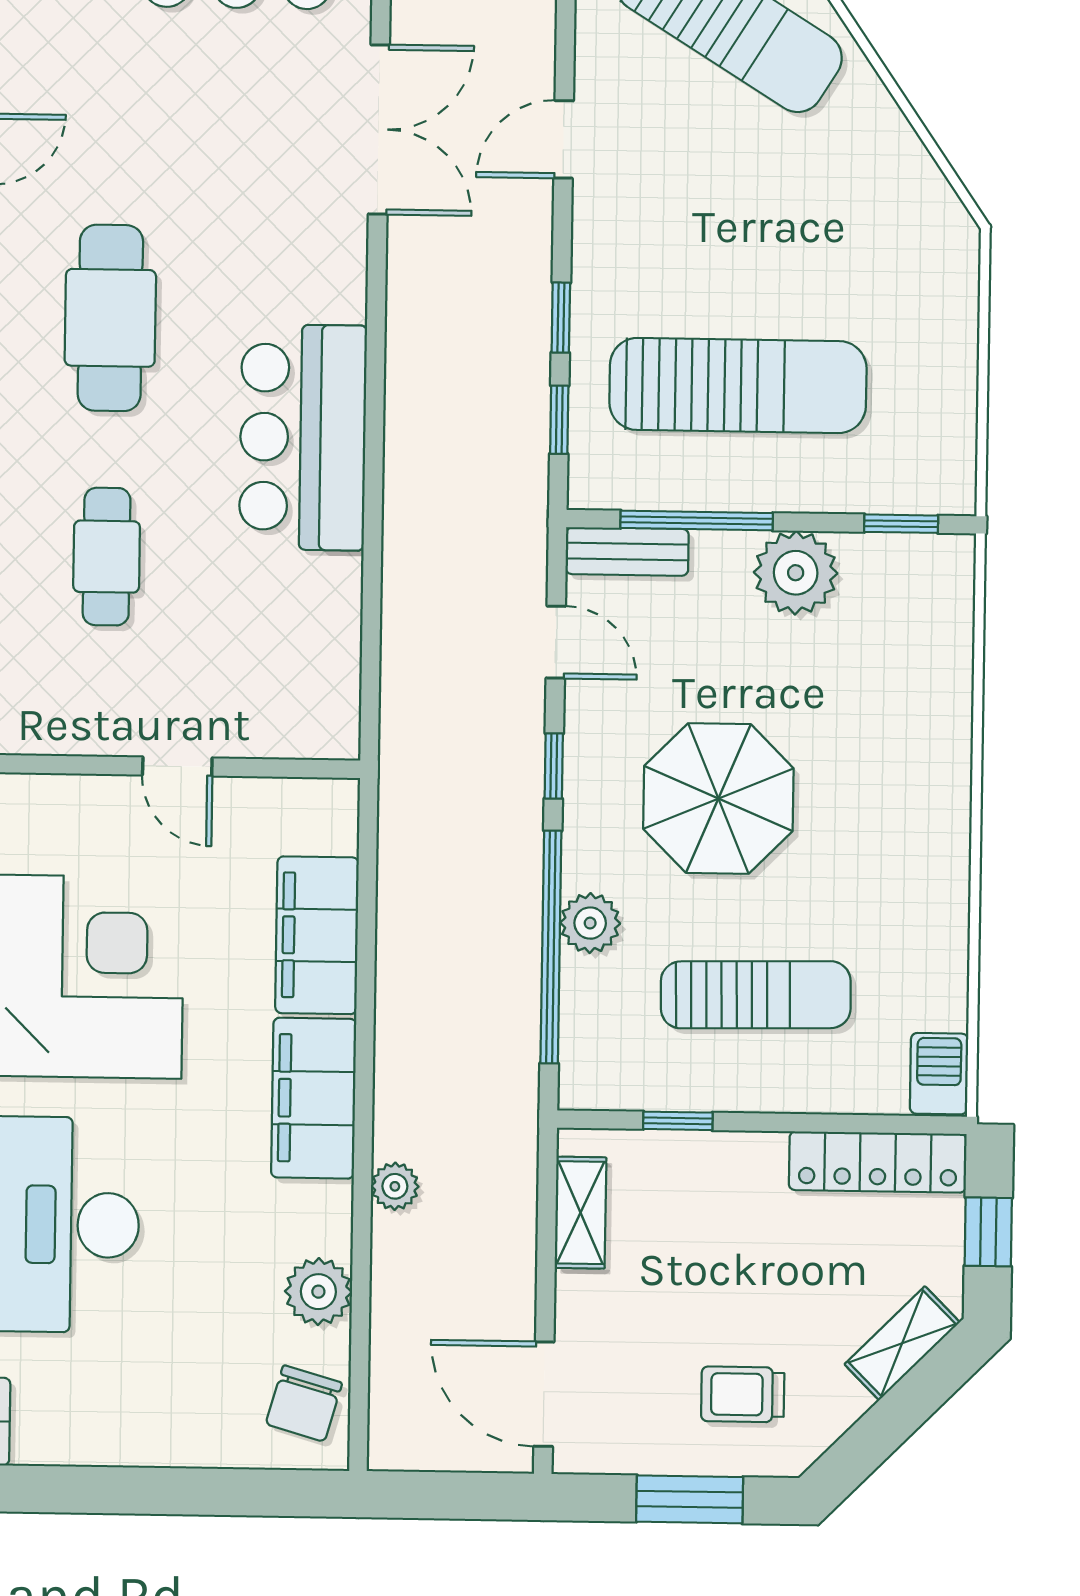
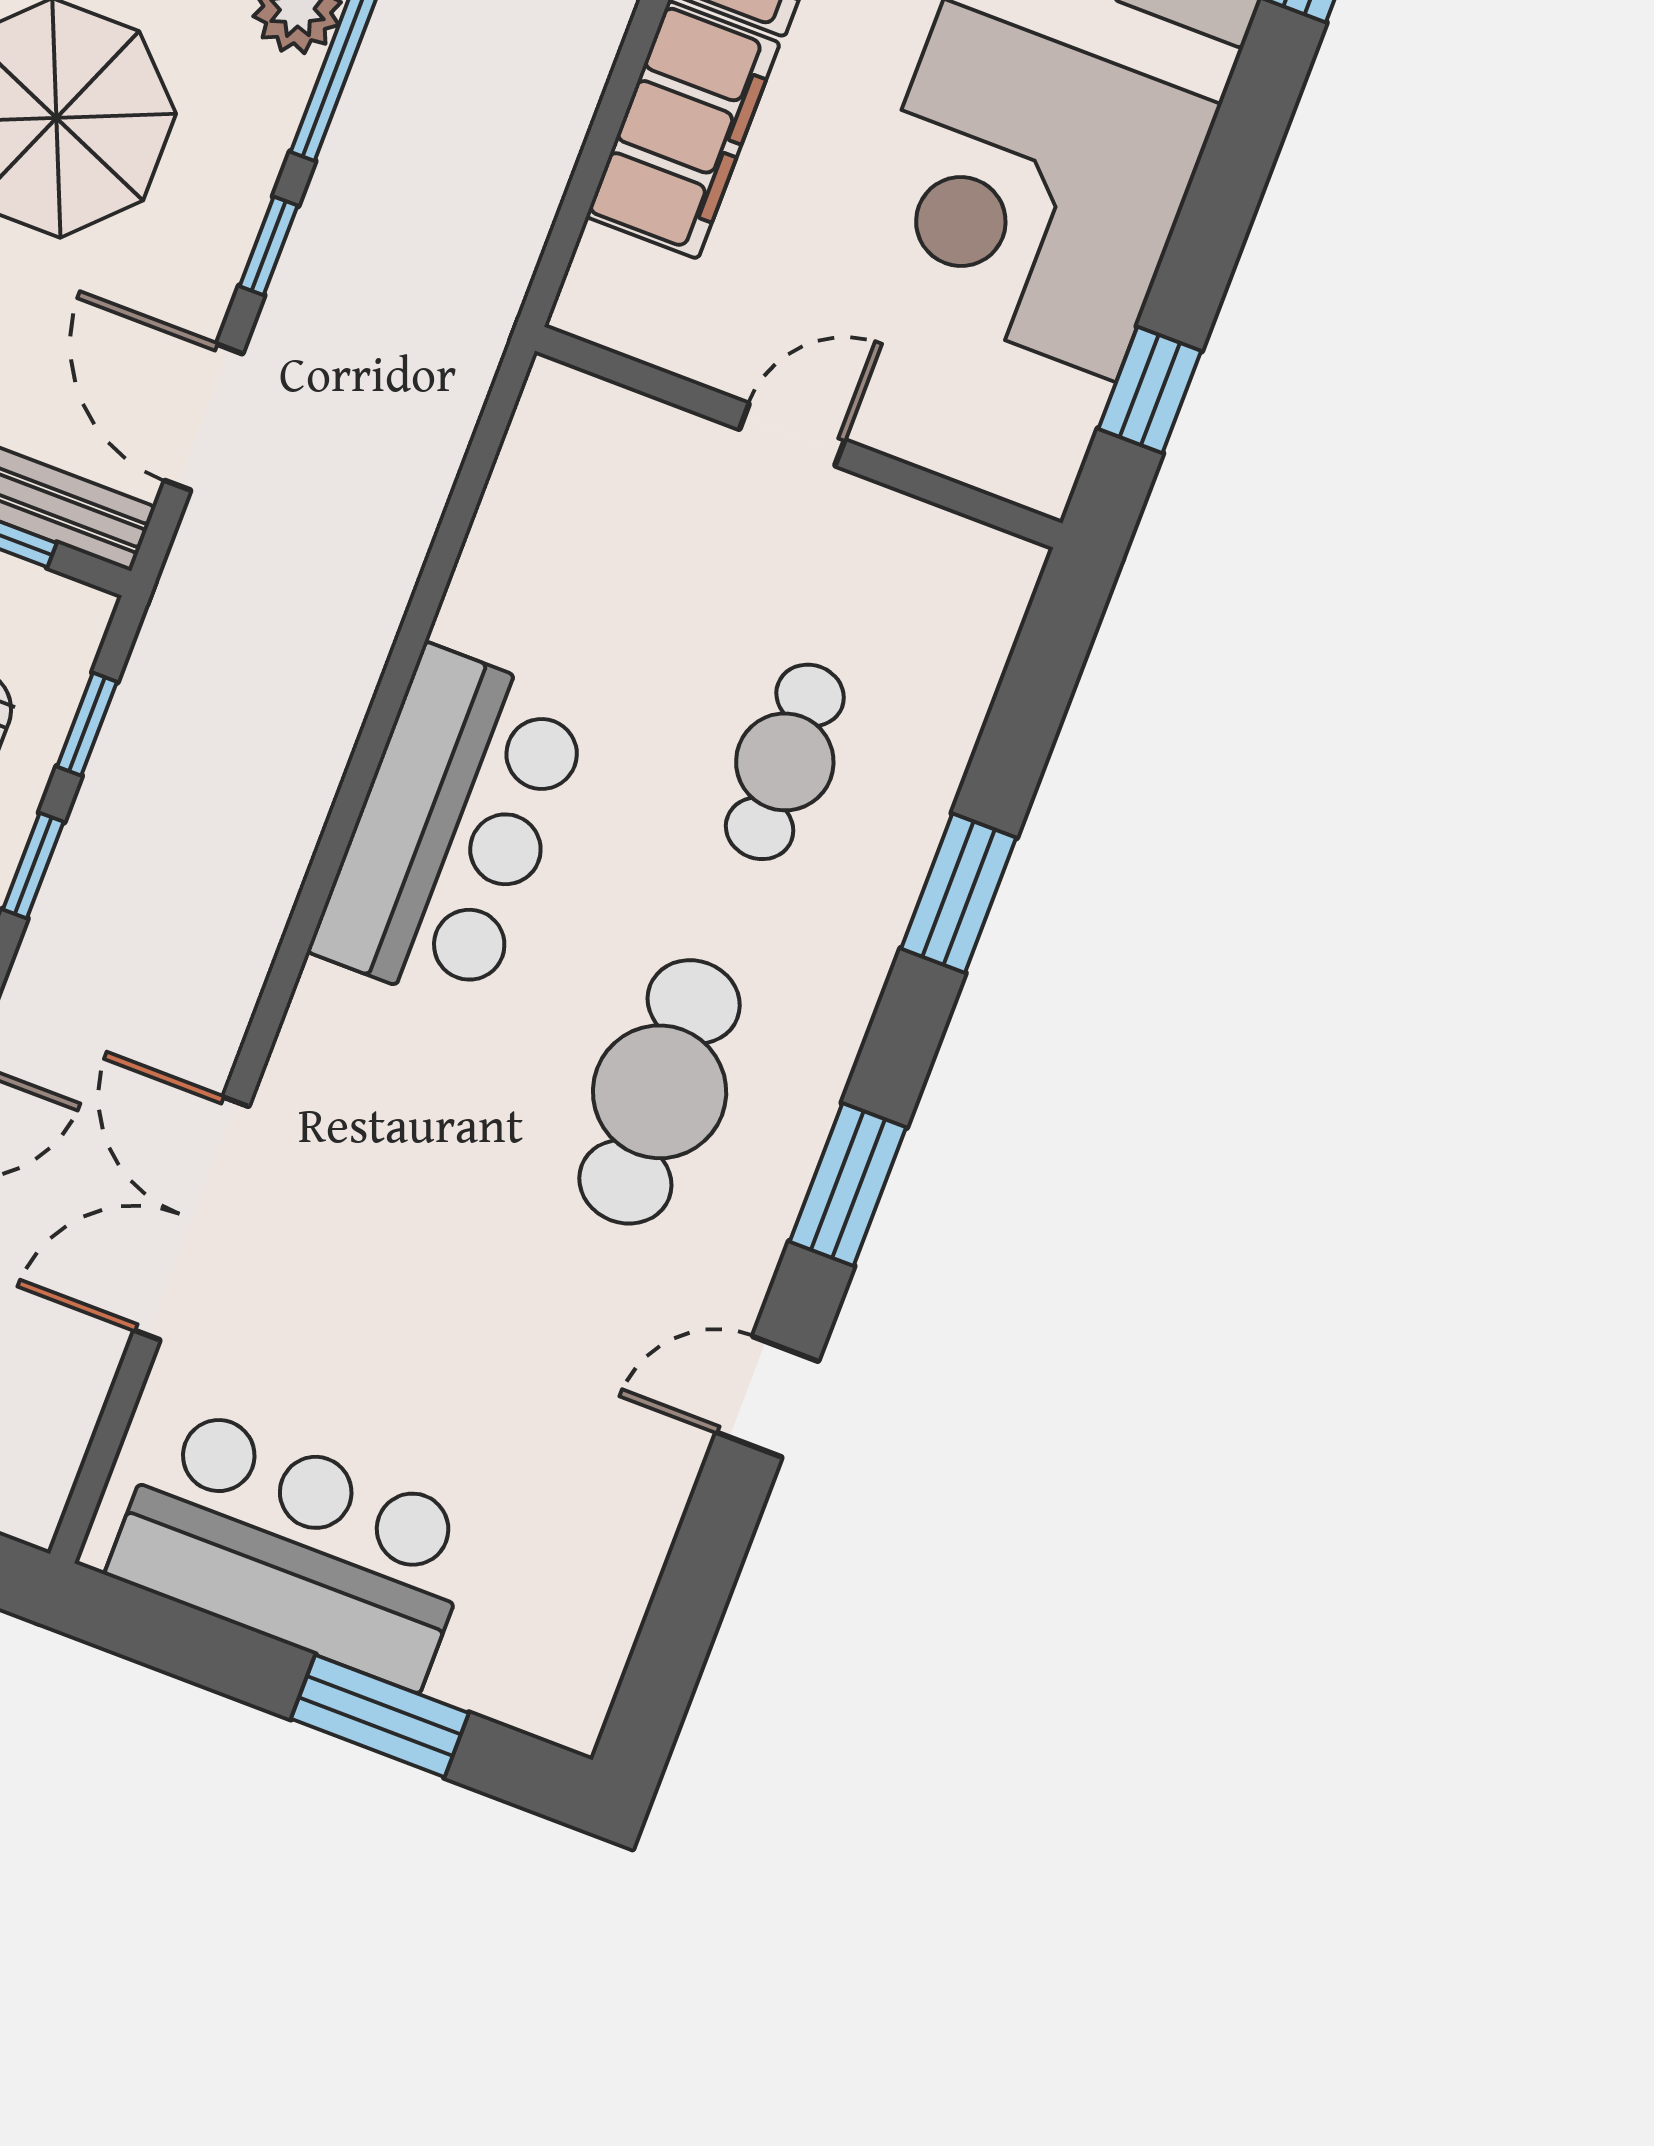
door: (556, 642) -> (204, 417), width x1.38
door: (177, 766) -> (792, 435), hinge flipped

